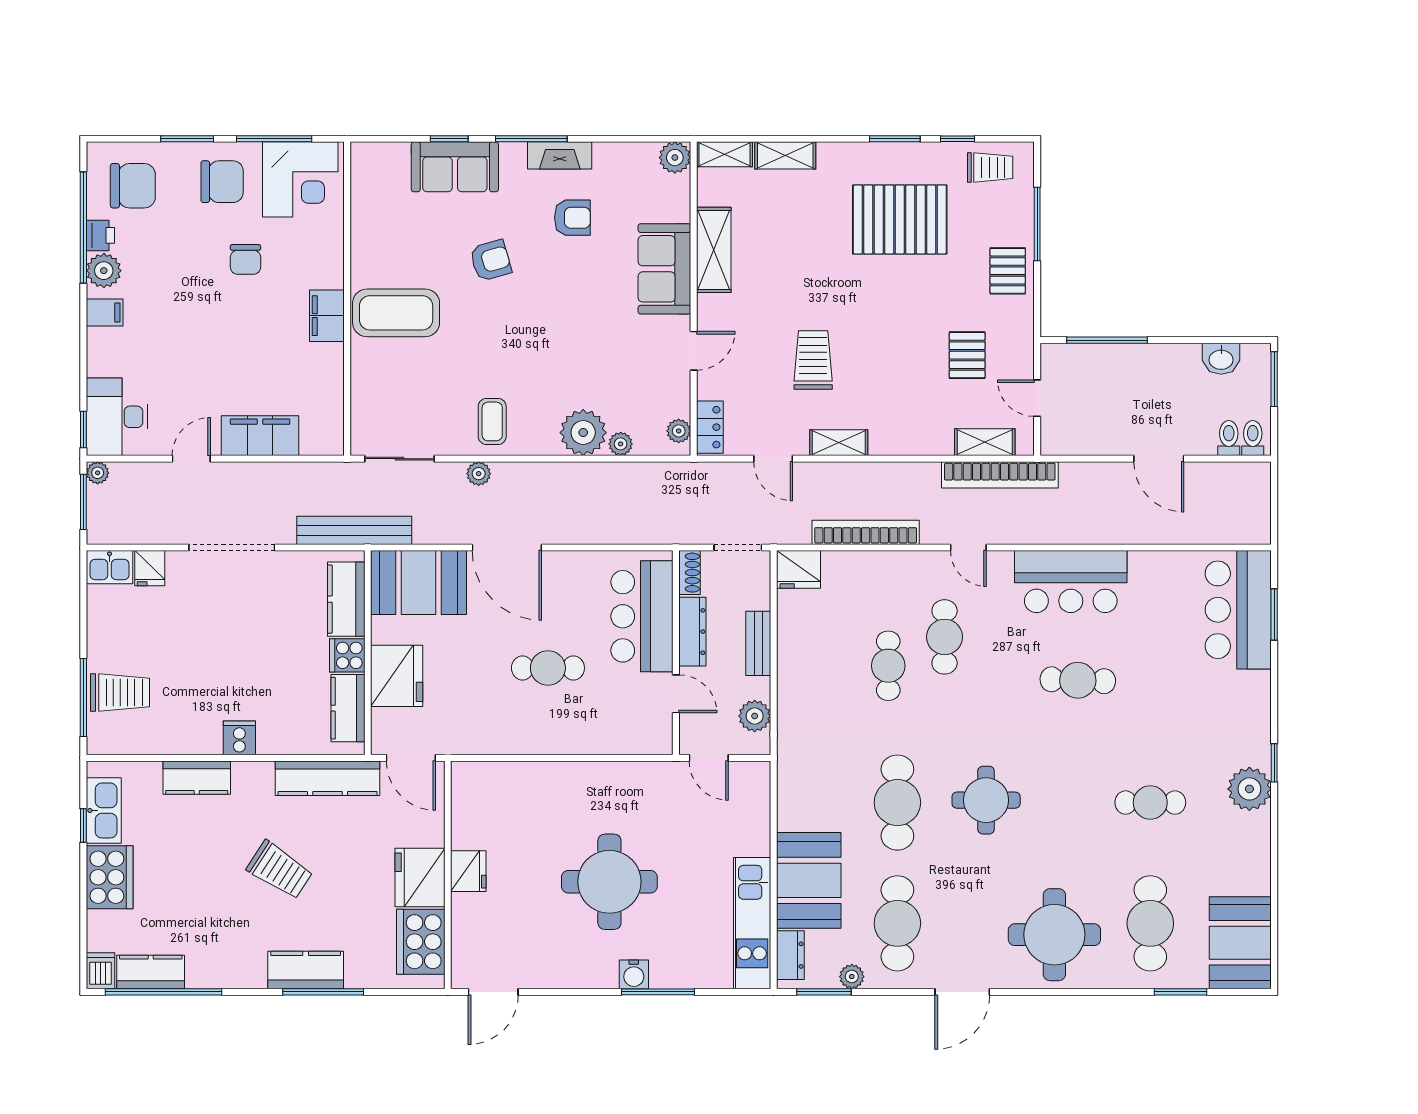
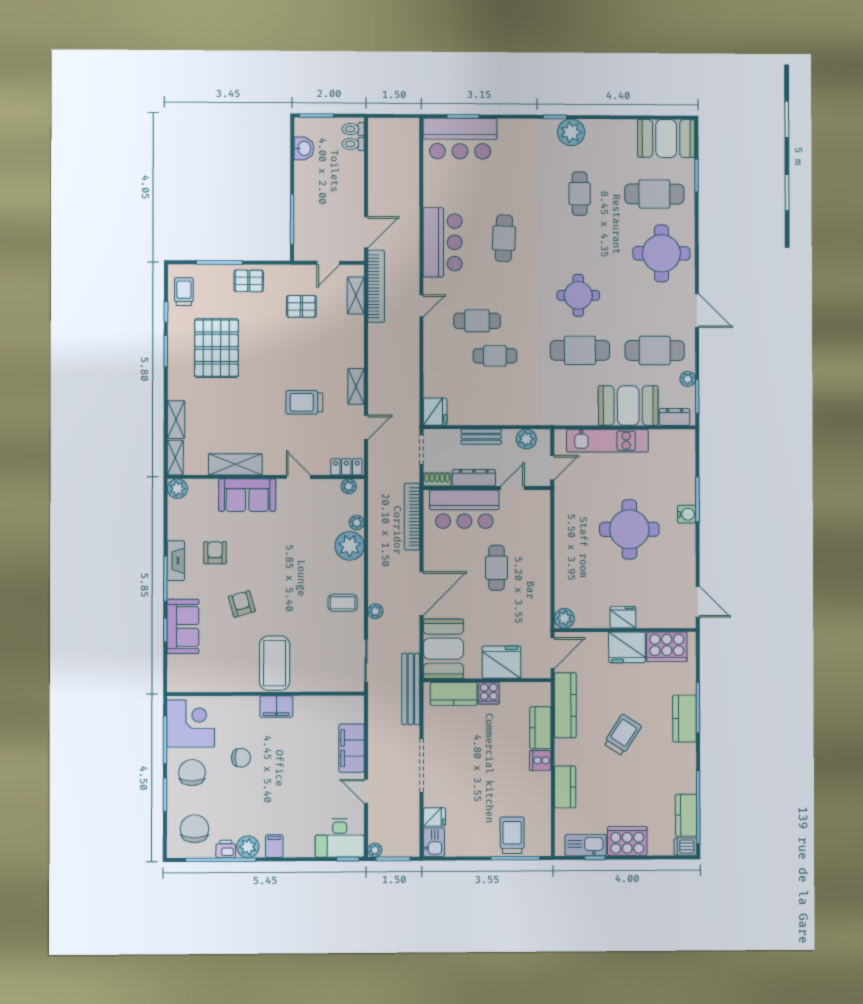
door: (1159, 459) -> (366, 232), moved
bookcase: (866, 532) -> (412, 517), moved
kitchen counter: (348, 708) -> (540, 728), moved, turned 90
plant: (467, 777) -> (564, 618), added
kitchen unit: (752, 923) -> (607, 441), moved

